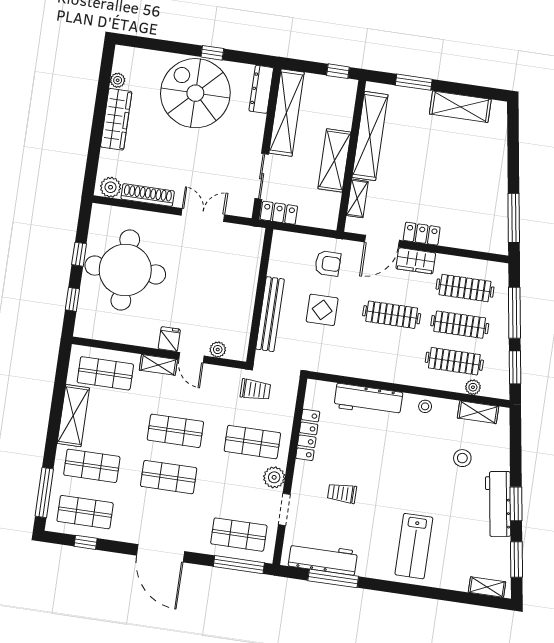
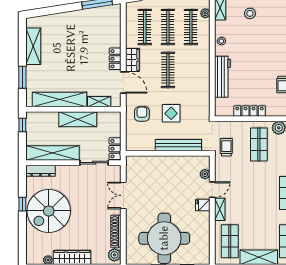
shop shelf: (175, 431) -> (259, 193), removed

